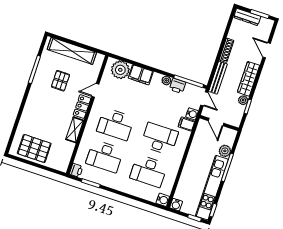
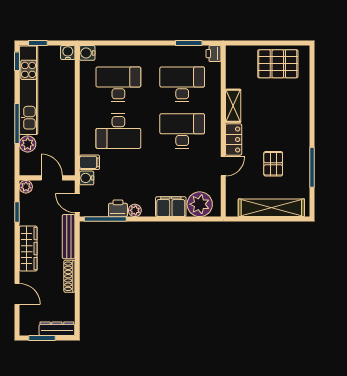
plant: (243, 100) -> (26, 187), moved

